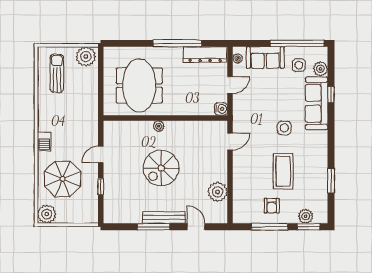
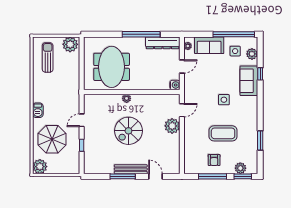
sofa: (317, 103) -> (249, 81), width x0.73
coffee table: (283, 171) -> (223, 133), turned 90
plant: (218, 192) -> (172, 126), moved

